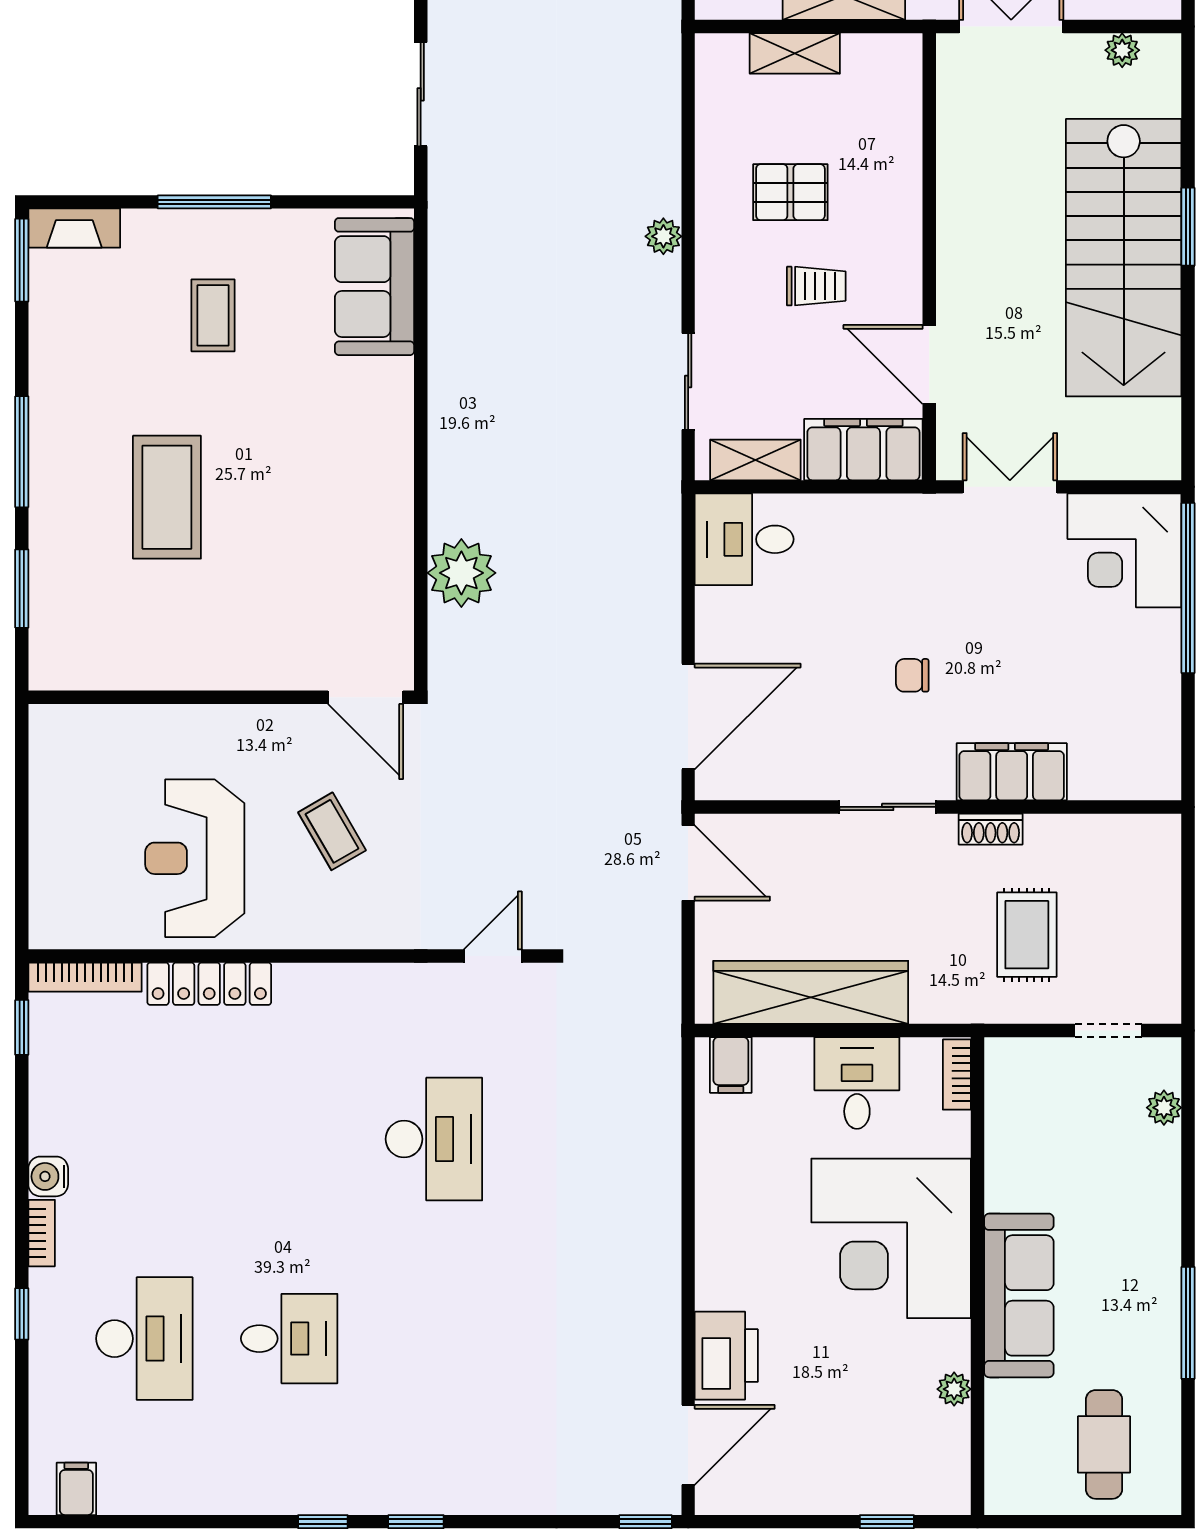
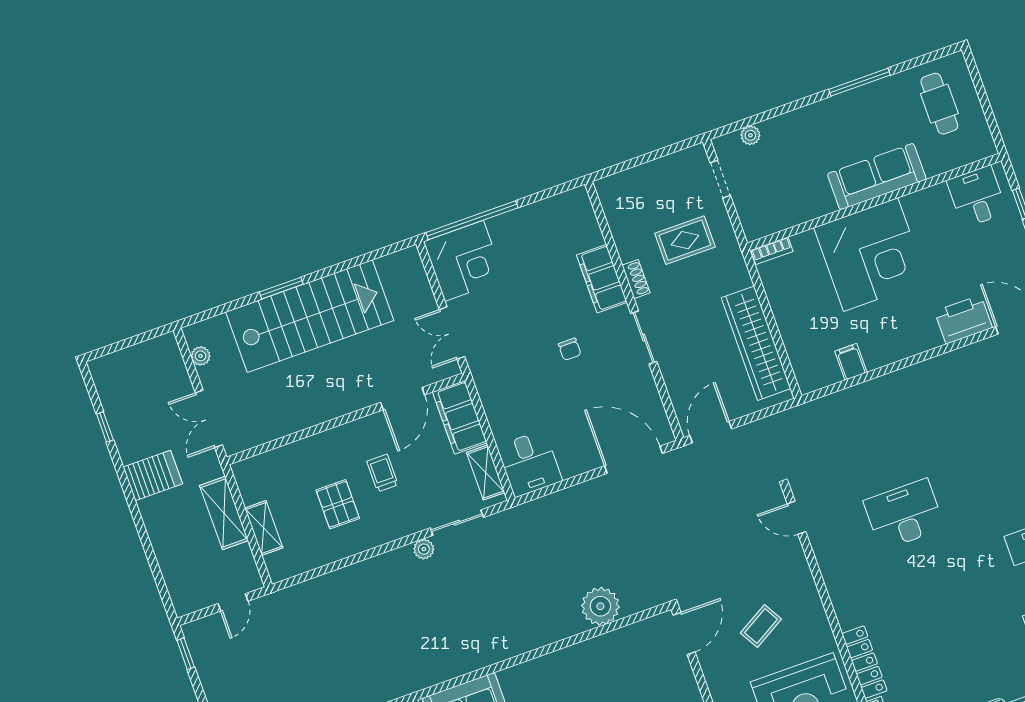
plant: (663, 236) -> (424, 549), moved
filing cabinet: (731, 1065) -> (851, 362), moved, turned -90
desk: (857, 1083) -> (977, 197), moved, turned 90
plant: (954, 1389) -> (938, 193), removed
cafe table: (1104, 1444) -> (939, 104), turned 90

